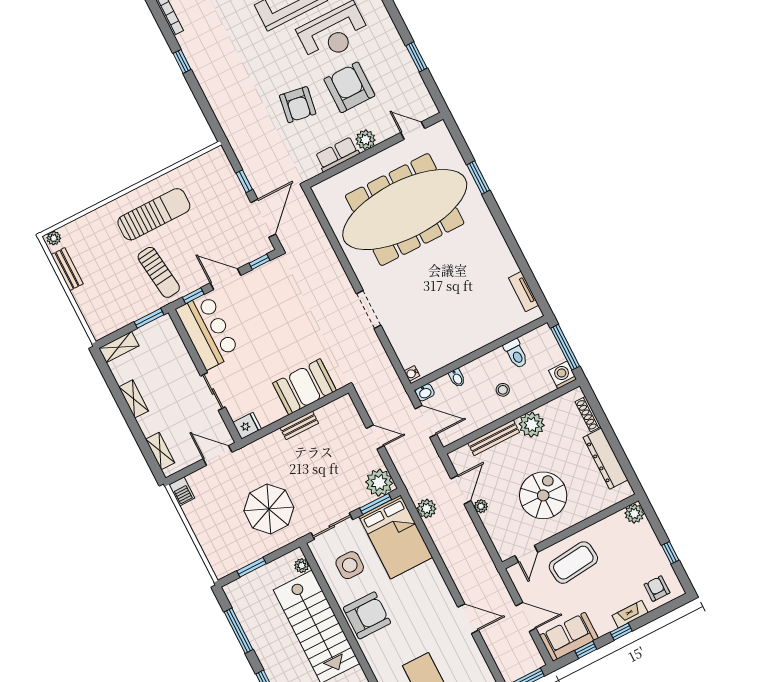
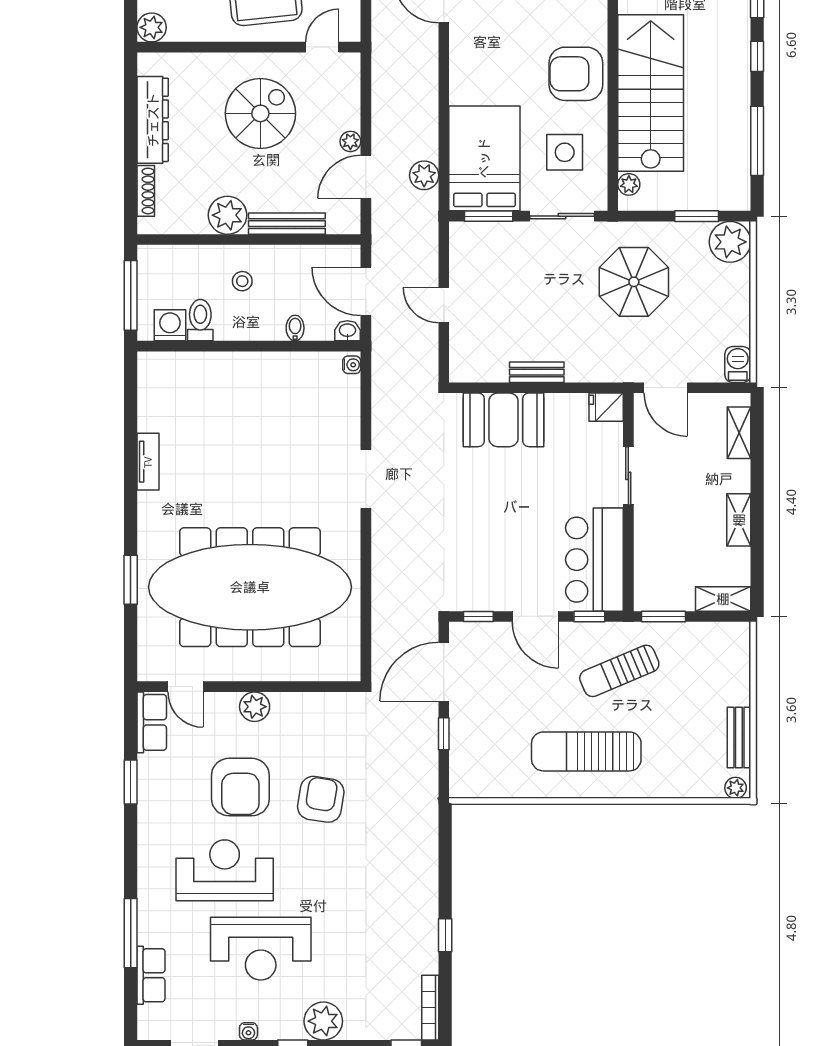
row of seats: (337, 154) -> (152, 722), moved, turned -90
sun lounger: (159, 272) -> (619, 671), turned -106
tv unit: (523, 292) -> (148, 462), moved
washing machine: (563, 375) -> (170, 325), moved, turned 180
plant: (379, 483) -> (730, 242), moved
spiral stairs: (543, 495) -> (260, 113), turned 180

